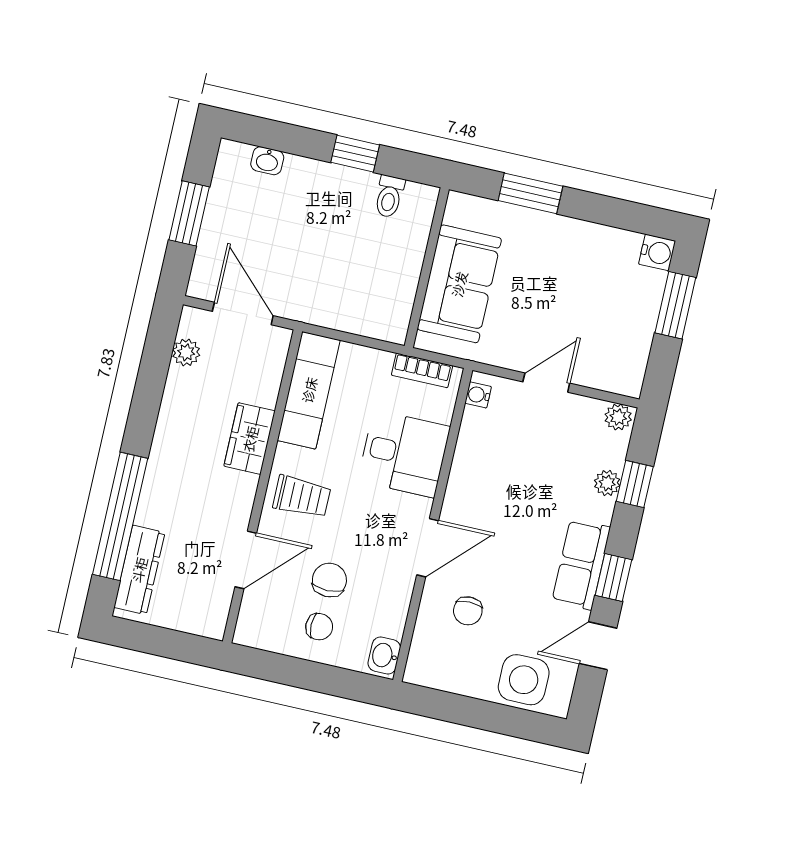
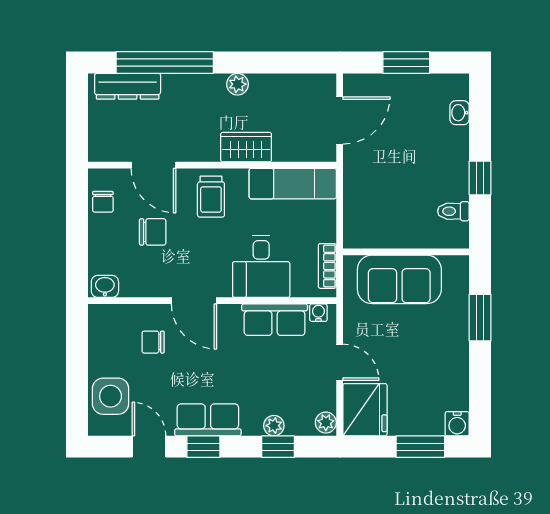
plant: (186, 352) -> (237, 84), moved
fridge: (613, 364) -> (365, 410), added
row of seats: (474, 452) -> (275, 320), added
chair: (319, 627) -> (103, 202), moved

